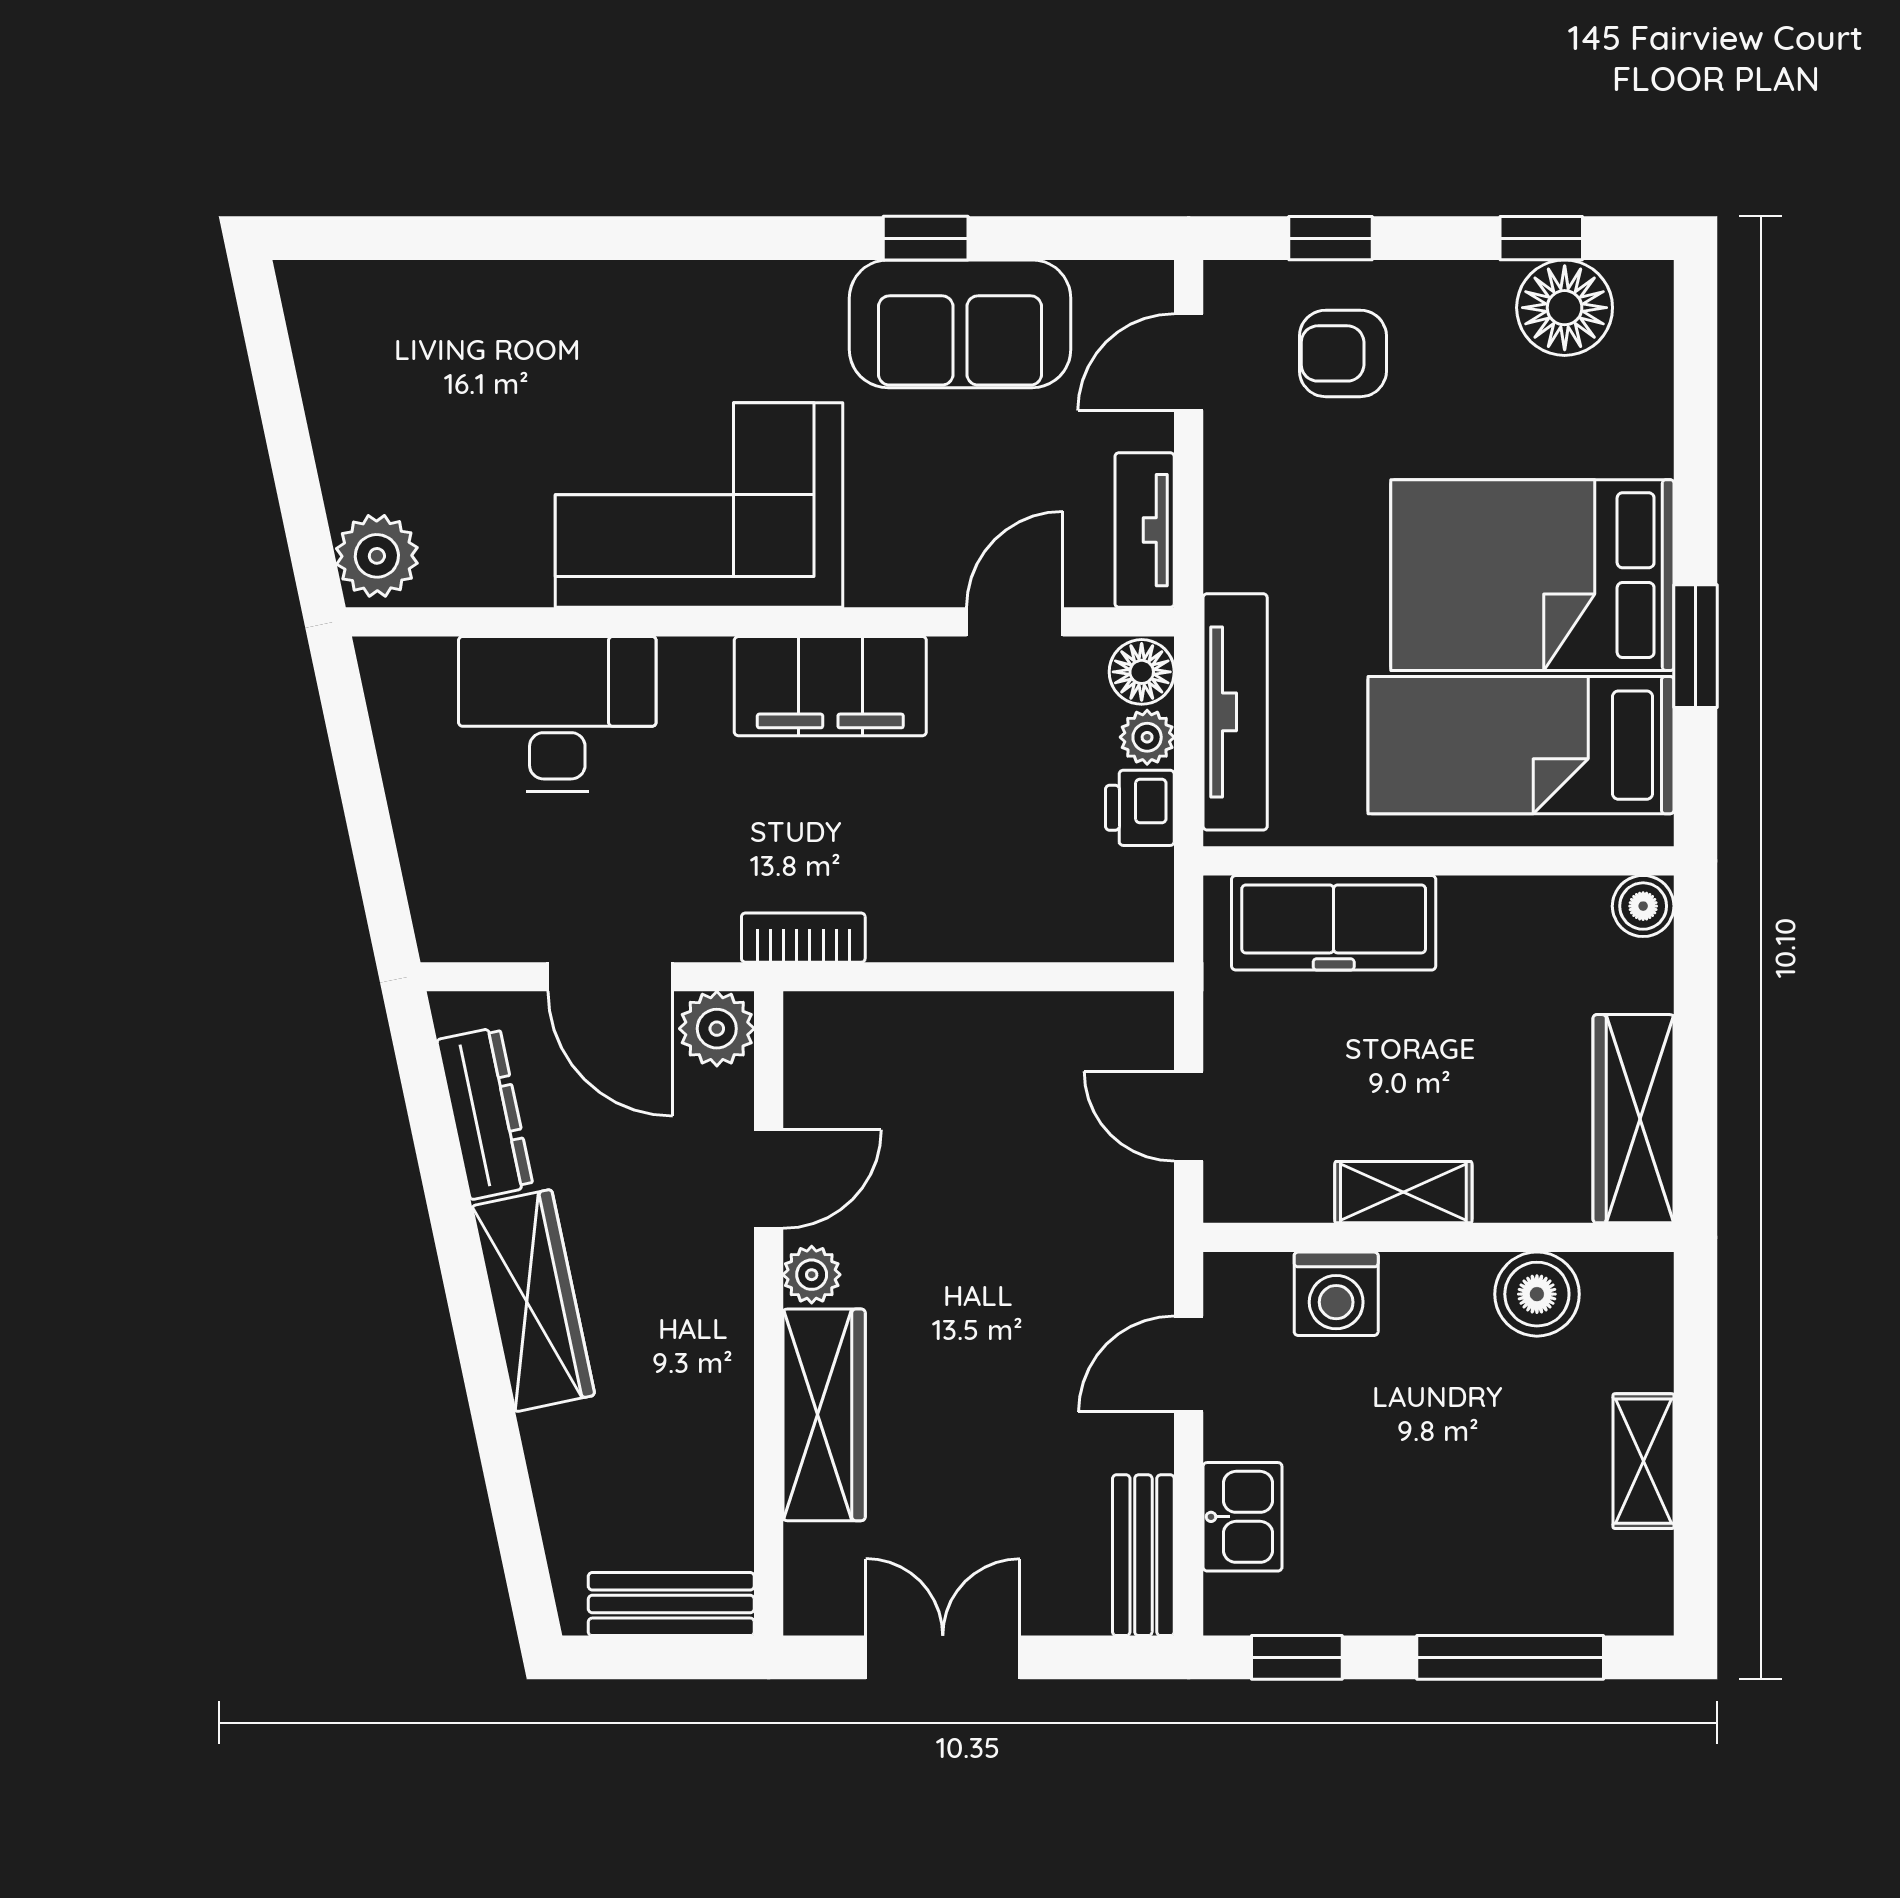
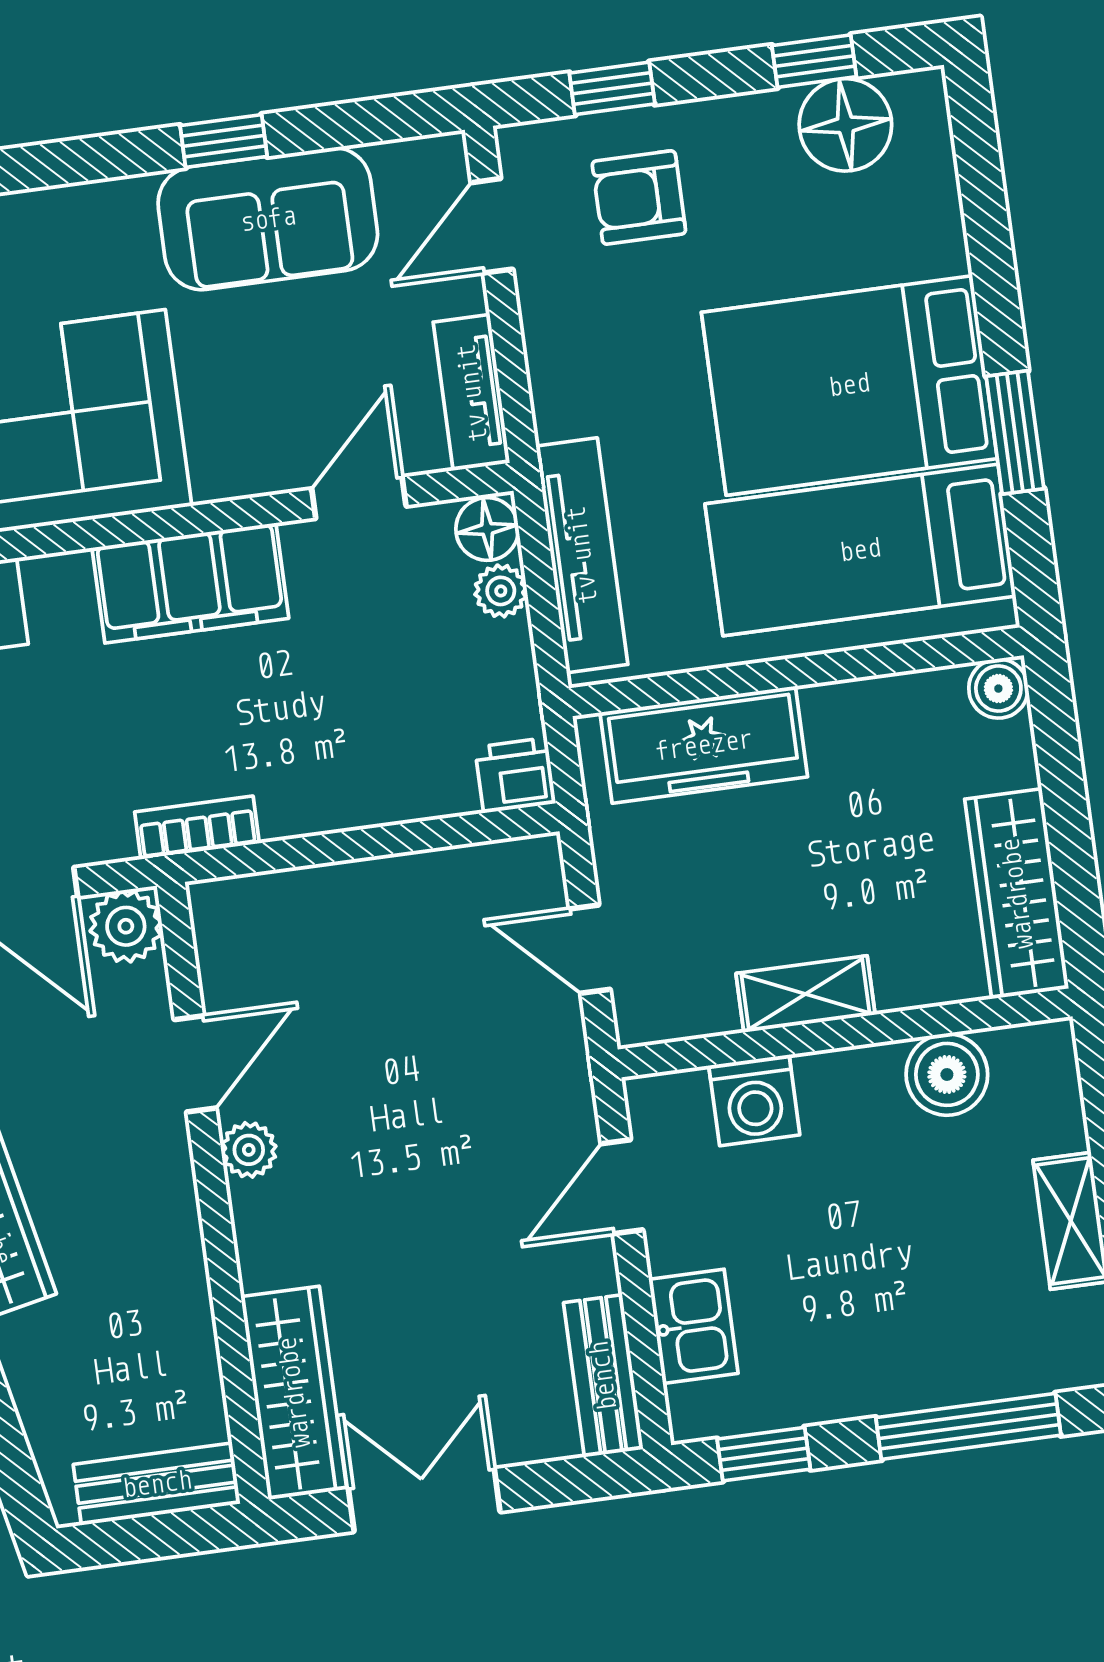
printer: (1140, 808) -> (515, 775), moved, turned 90
wardrobe: (824, 1415) -> (294, 1393), moved

